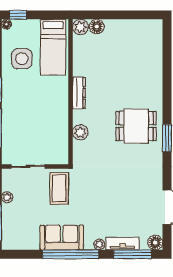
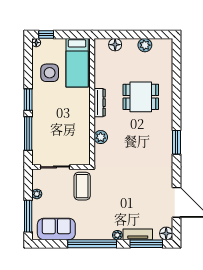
plant: (80, 27) -> (145, 45), moved
dining table: (136, 126) -> (141, 97), moved
sofa: (62, 237) -> (56, 229), moved

